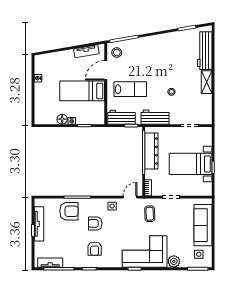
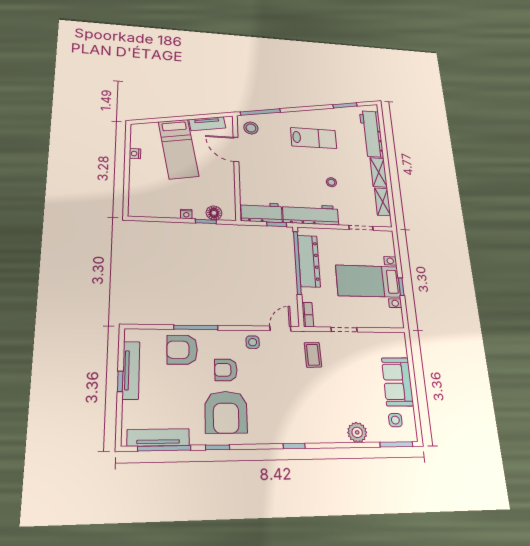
door: (106, 70) -> (236, 149), hinge flipped
lab bench: (130, 89) -> (314, 138), moved
bed: (82, 91) -> (179, 149), moved, turned -100
shelving: (207, 105) -> (383, 202), added
workbench: (155, 117) -> (311, 214), width x1.38
floor lamp: (62, 119) -> (214, 213), moved
armchair: (69, 211) -> (182, 350), turned 180
sofa: (203, 225) -> (397, 382), width x0.73
armchair: (95, 249) -> (226, 412), width x1.88, depth x1.88
corner sofa: (145, 252) -> (309, 416), removed
tv unit: (50, 263) -> (158, 437), width x1.41

